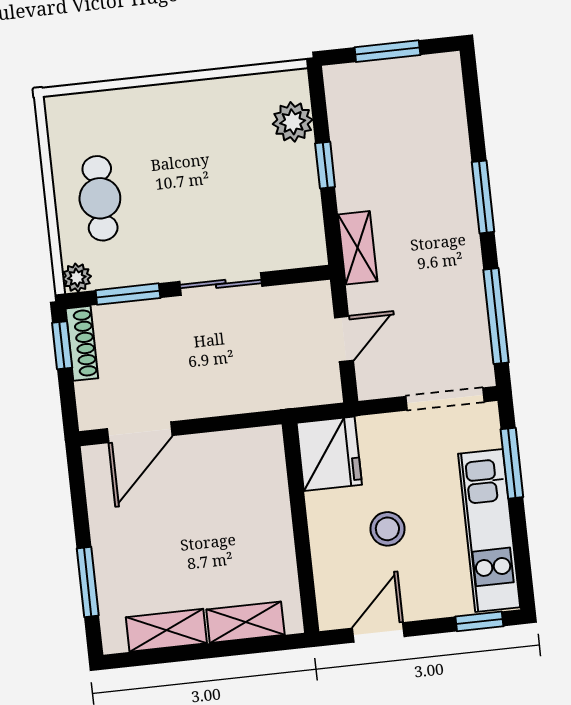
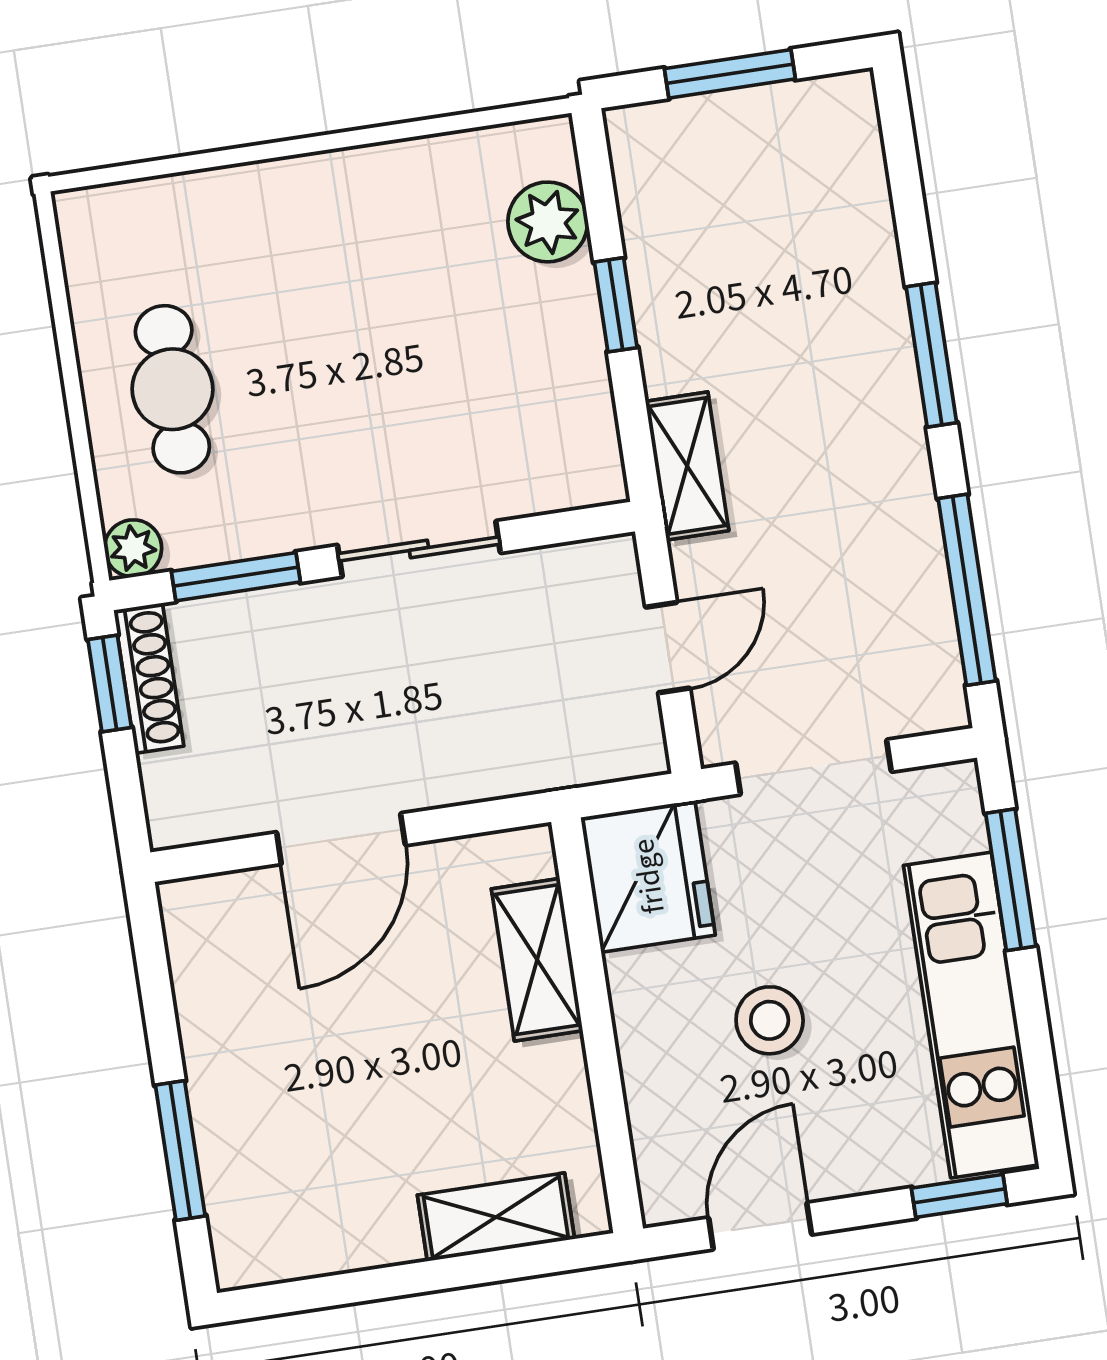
doorway: (445, 399) -> (813, 767), moved
door: (140, 432) -> (341, 839), moved
shelving: (166, 630) -> (537, 960), moved, turned 90

